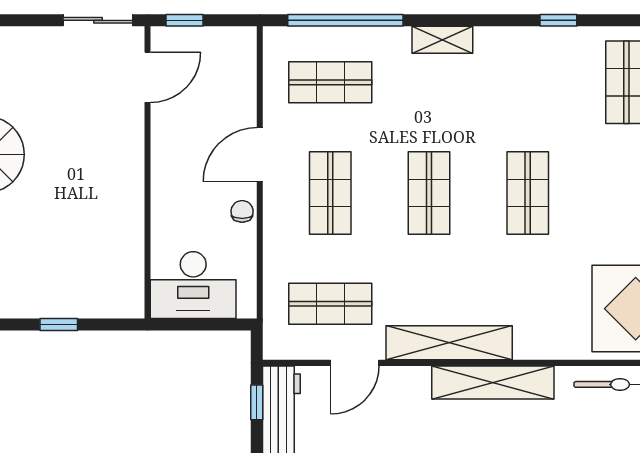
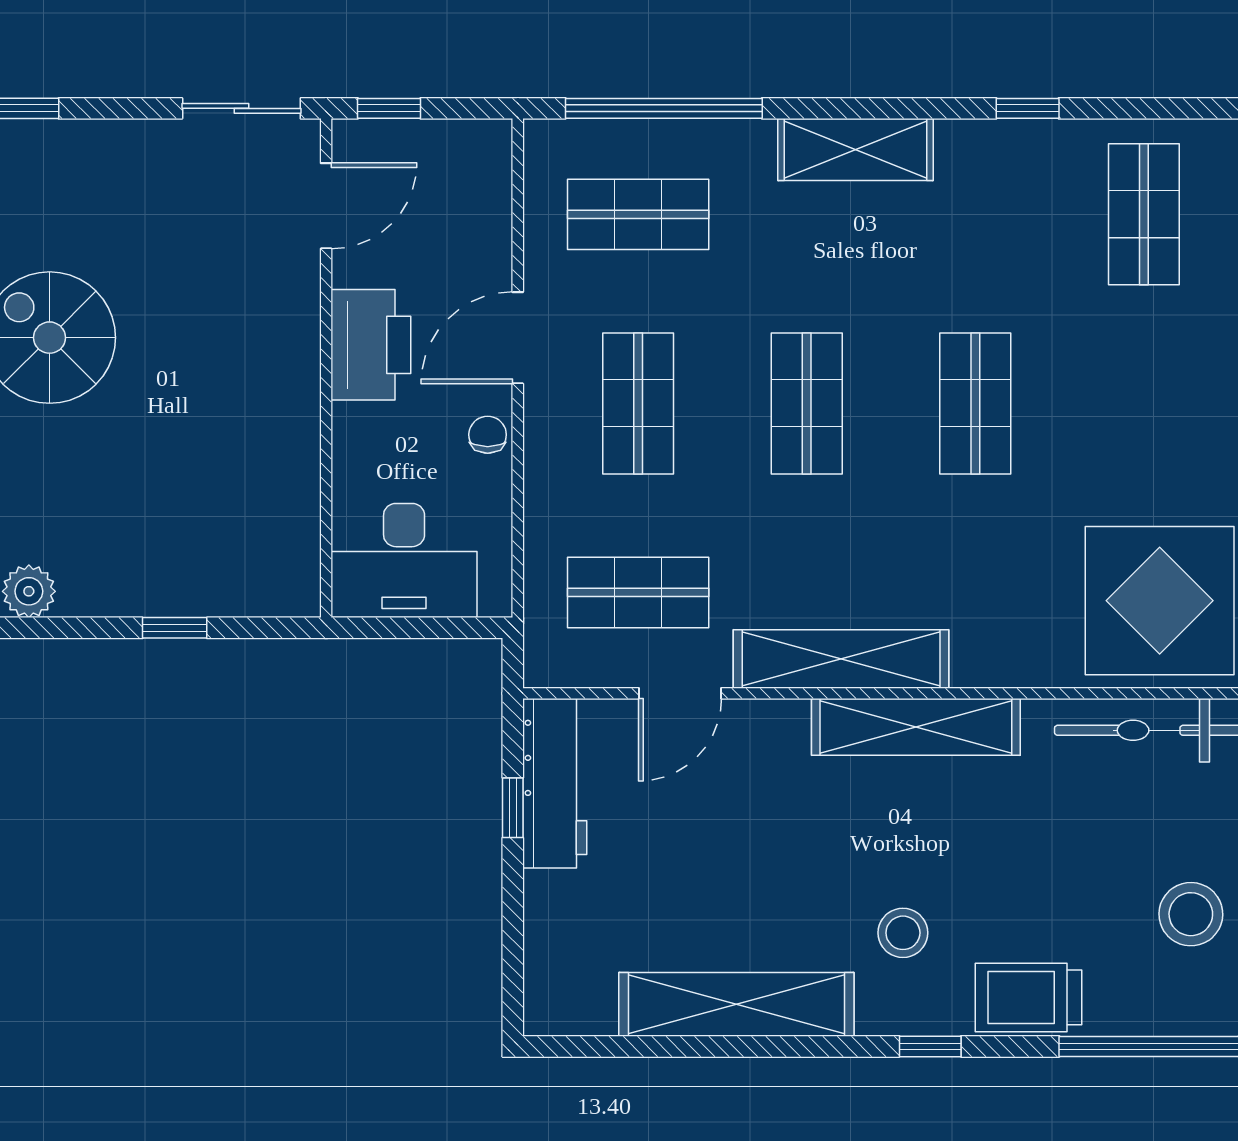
shelving: (442, 40) -> (855, 149), width x1.50, depth x1.33
printer: (174, 159) -> (371, 345), added
window: (257, 402) -> (513, 808), moved

